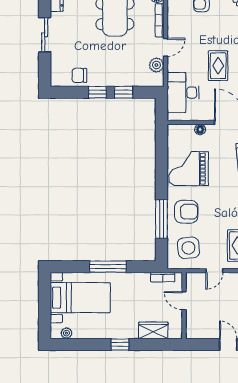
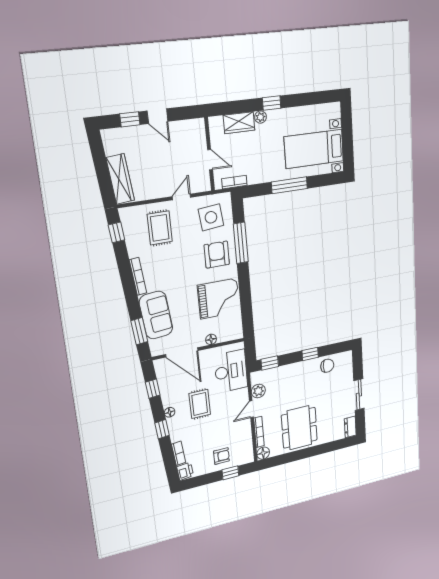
window: (124, 92) -> (270, 363), moved
armchair: (186, 212) -> (217, 255), turned 90
plant: (66, 333) -> (261, 117), moved

